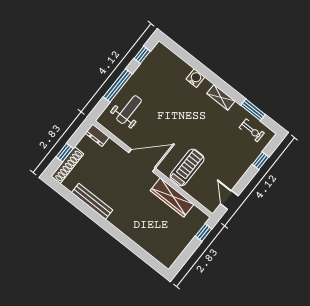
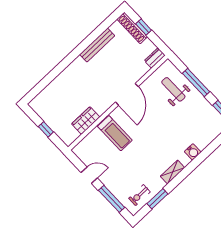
weight bench: (129, 110) -> (173, 89), turned 180
window: (260, 161) -> (112, 199), width x2.17
wardrobe: (172, 197) -> (86, 121), width x0.67
door: (229, 200) -> (89, 175), moved
window: (204, 232) -> (46, 129), moved

